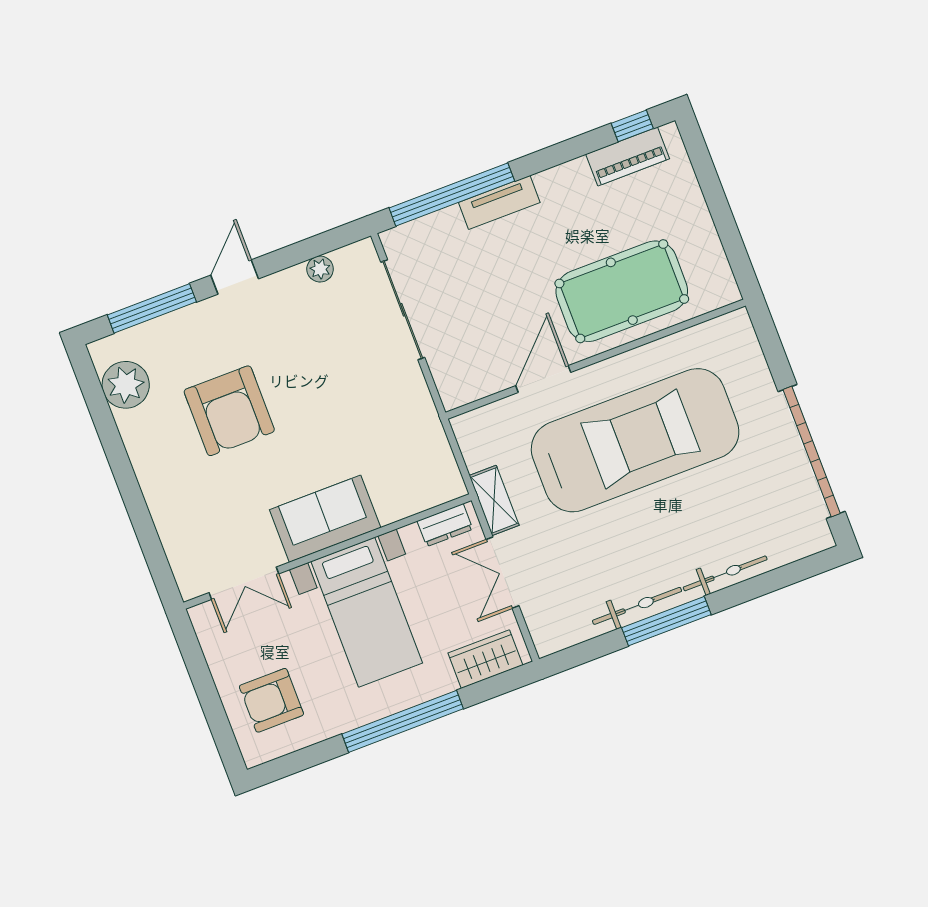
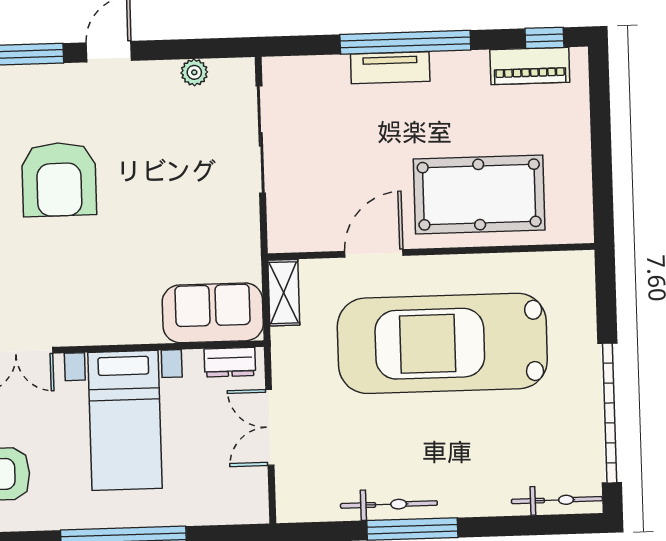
window: (452, 194) -> (405, 42), moved
car: (635, 440) -> (442, 343), turned 180
shelving: (494, 500) -> (284, 293), moved
sofa: (325, 519) -> (213, 313), moved
bicycle: (725, 573) -> (557, 500), moved
wardrobe: (485, 659) -> (224, 505), removed

